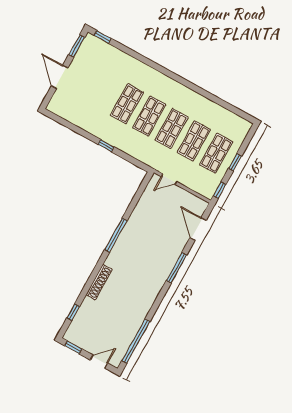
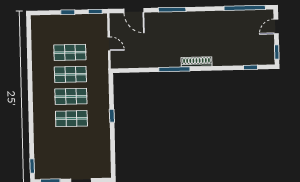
shop shelf: (216, 153) -> (69, 30), removed
door: (169, 179) -> (109, 44), moved
door: (198, 229) -> (134, 11), hinge flipped
shoe rack: (99, 282) -> (197, 62), moved
door: (99, 362) -> (276, 27), hinge flipped

